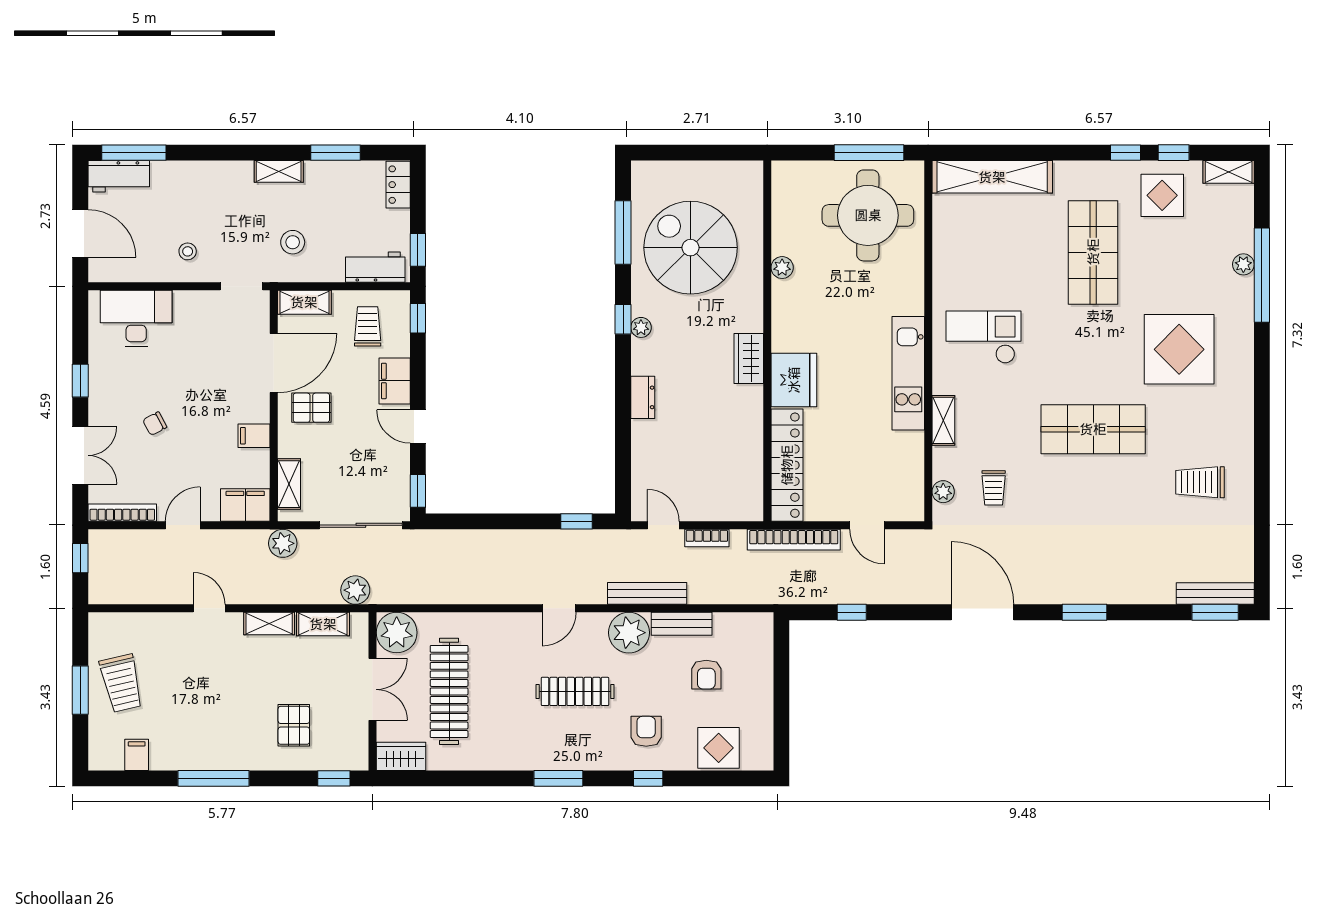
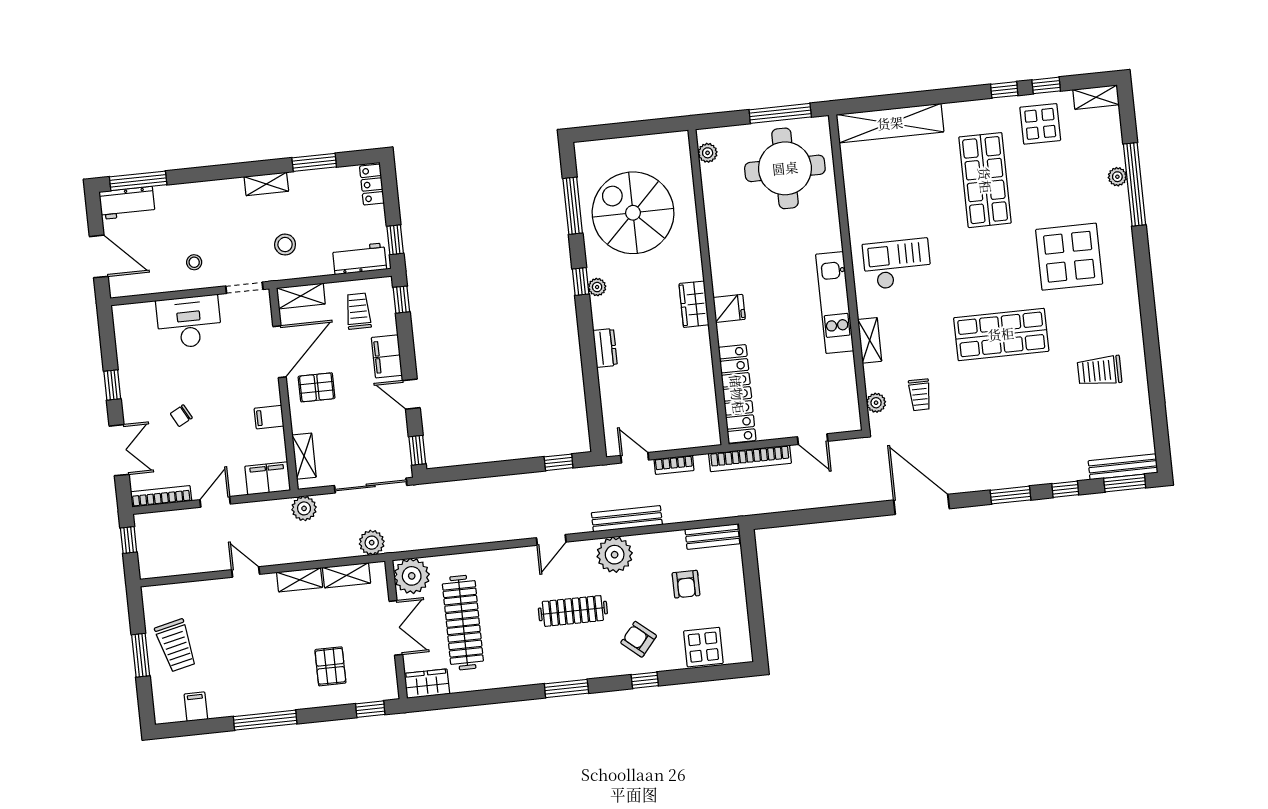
plant: (782, 268) -> (708, 153), moved
desk: (136, 318) -> (189, 322), moved
fridge: (794, 380) -> (729, 308), width x0.53, depth x0.75
window: (852, 612) -> (1065, 489), moved
bench: (682, 624) -> (712, 537), moved
armchair: (646, 731) -> (639, 639), turned -50

